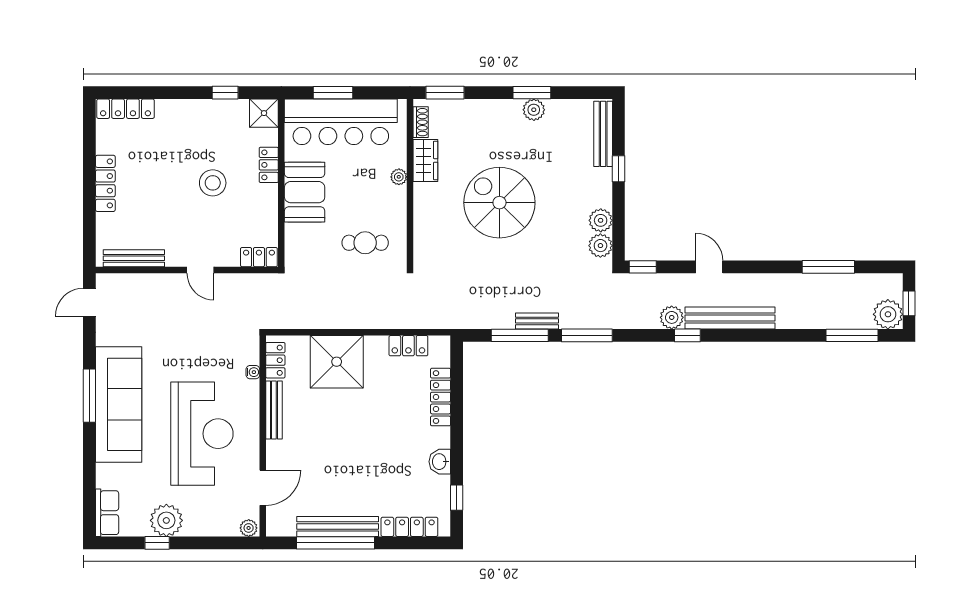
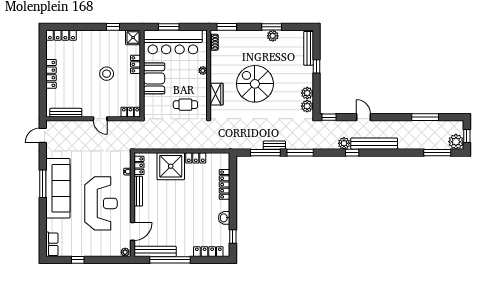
wardrobe: (425, 160) -> (217, 94), moved
locker: (408, 346) -> (196, 158), moved
plant: (166, 520) -> (83, 248), removed
bench: (338, 526) -> (155, 251), moved

